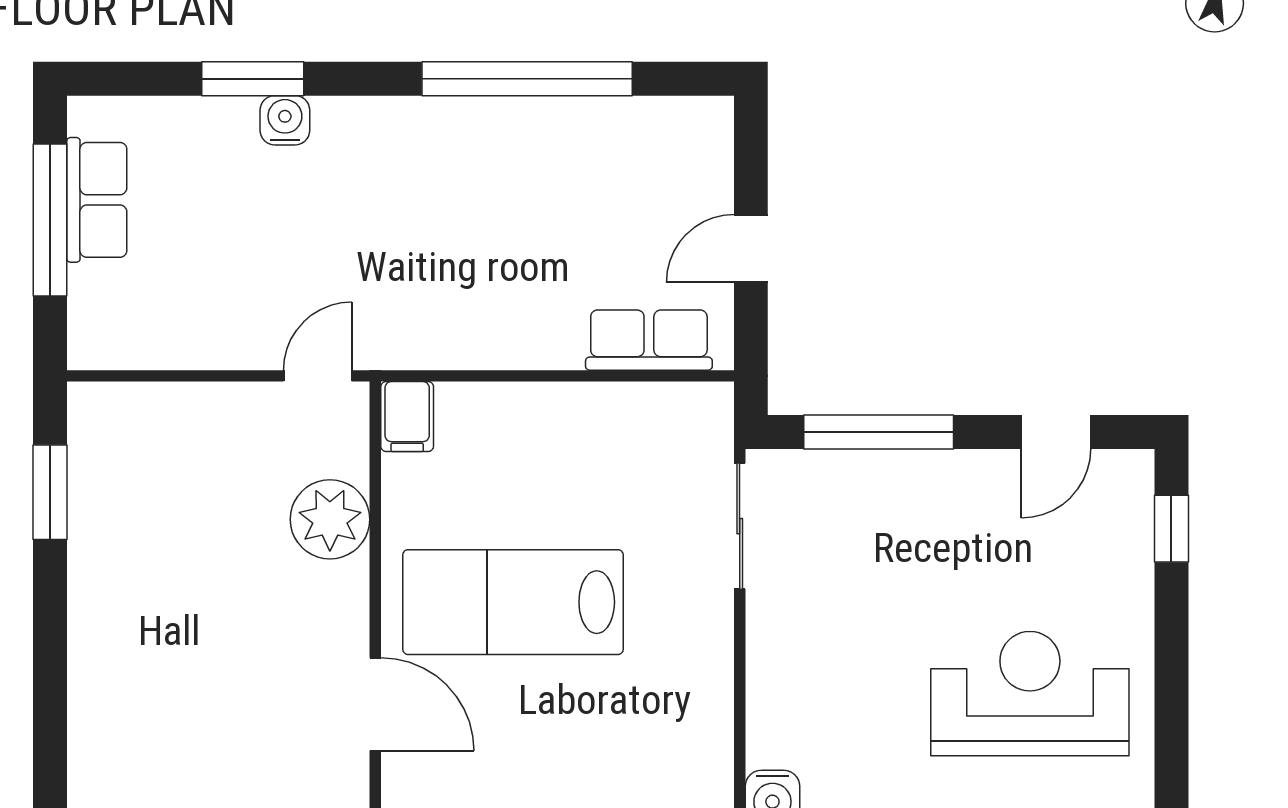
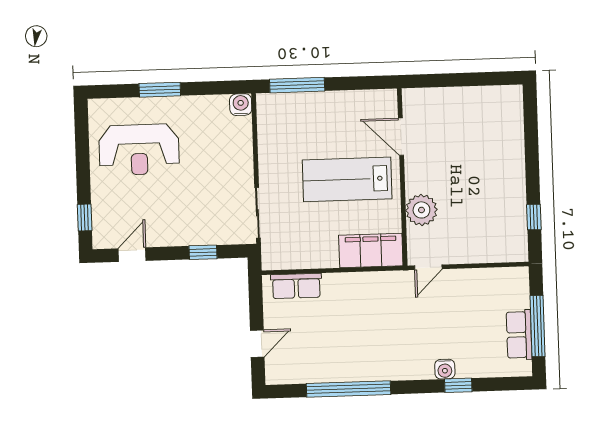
window: (253, 79) -> (458, 385), width x0.67
door: (751, 248) -> (257, 344), moved
filing cabinet: (407, 417) -> (371, 251), width x3.00, depth x1.17
window: (879, 432) -> (203, 252), width x0.46
window: (50, 492) -> (534, 217), width x0.67
lab bench: (513, 602) -> (347, 179), turned 180

